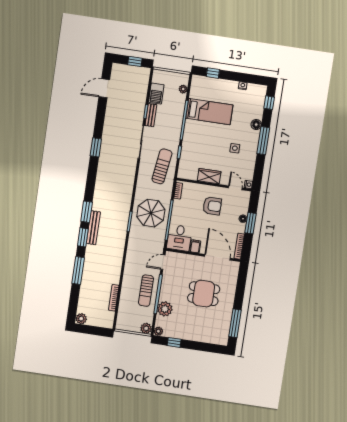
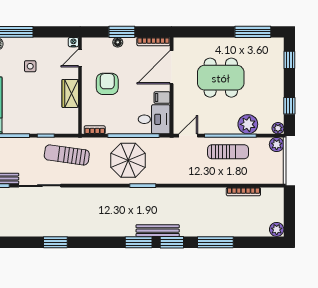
door: (163, 262) -> (188, 136), swing flipped
dining table: (204, 294) -> (221, 78), width x1.37
window: (209, 348) -> (289, 60), added

